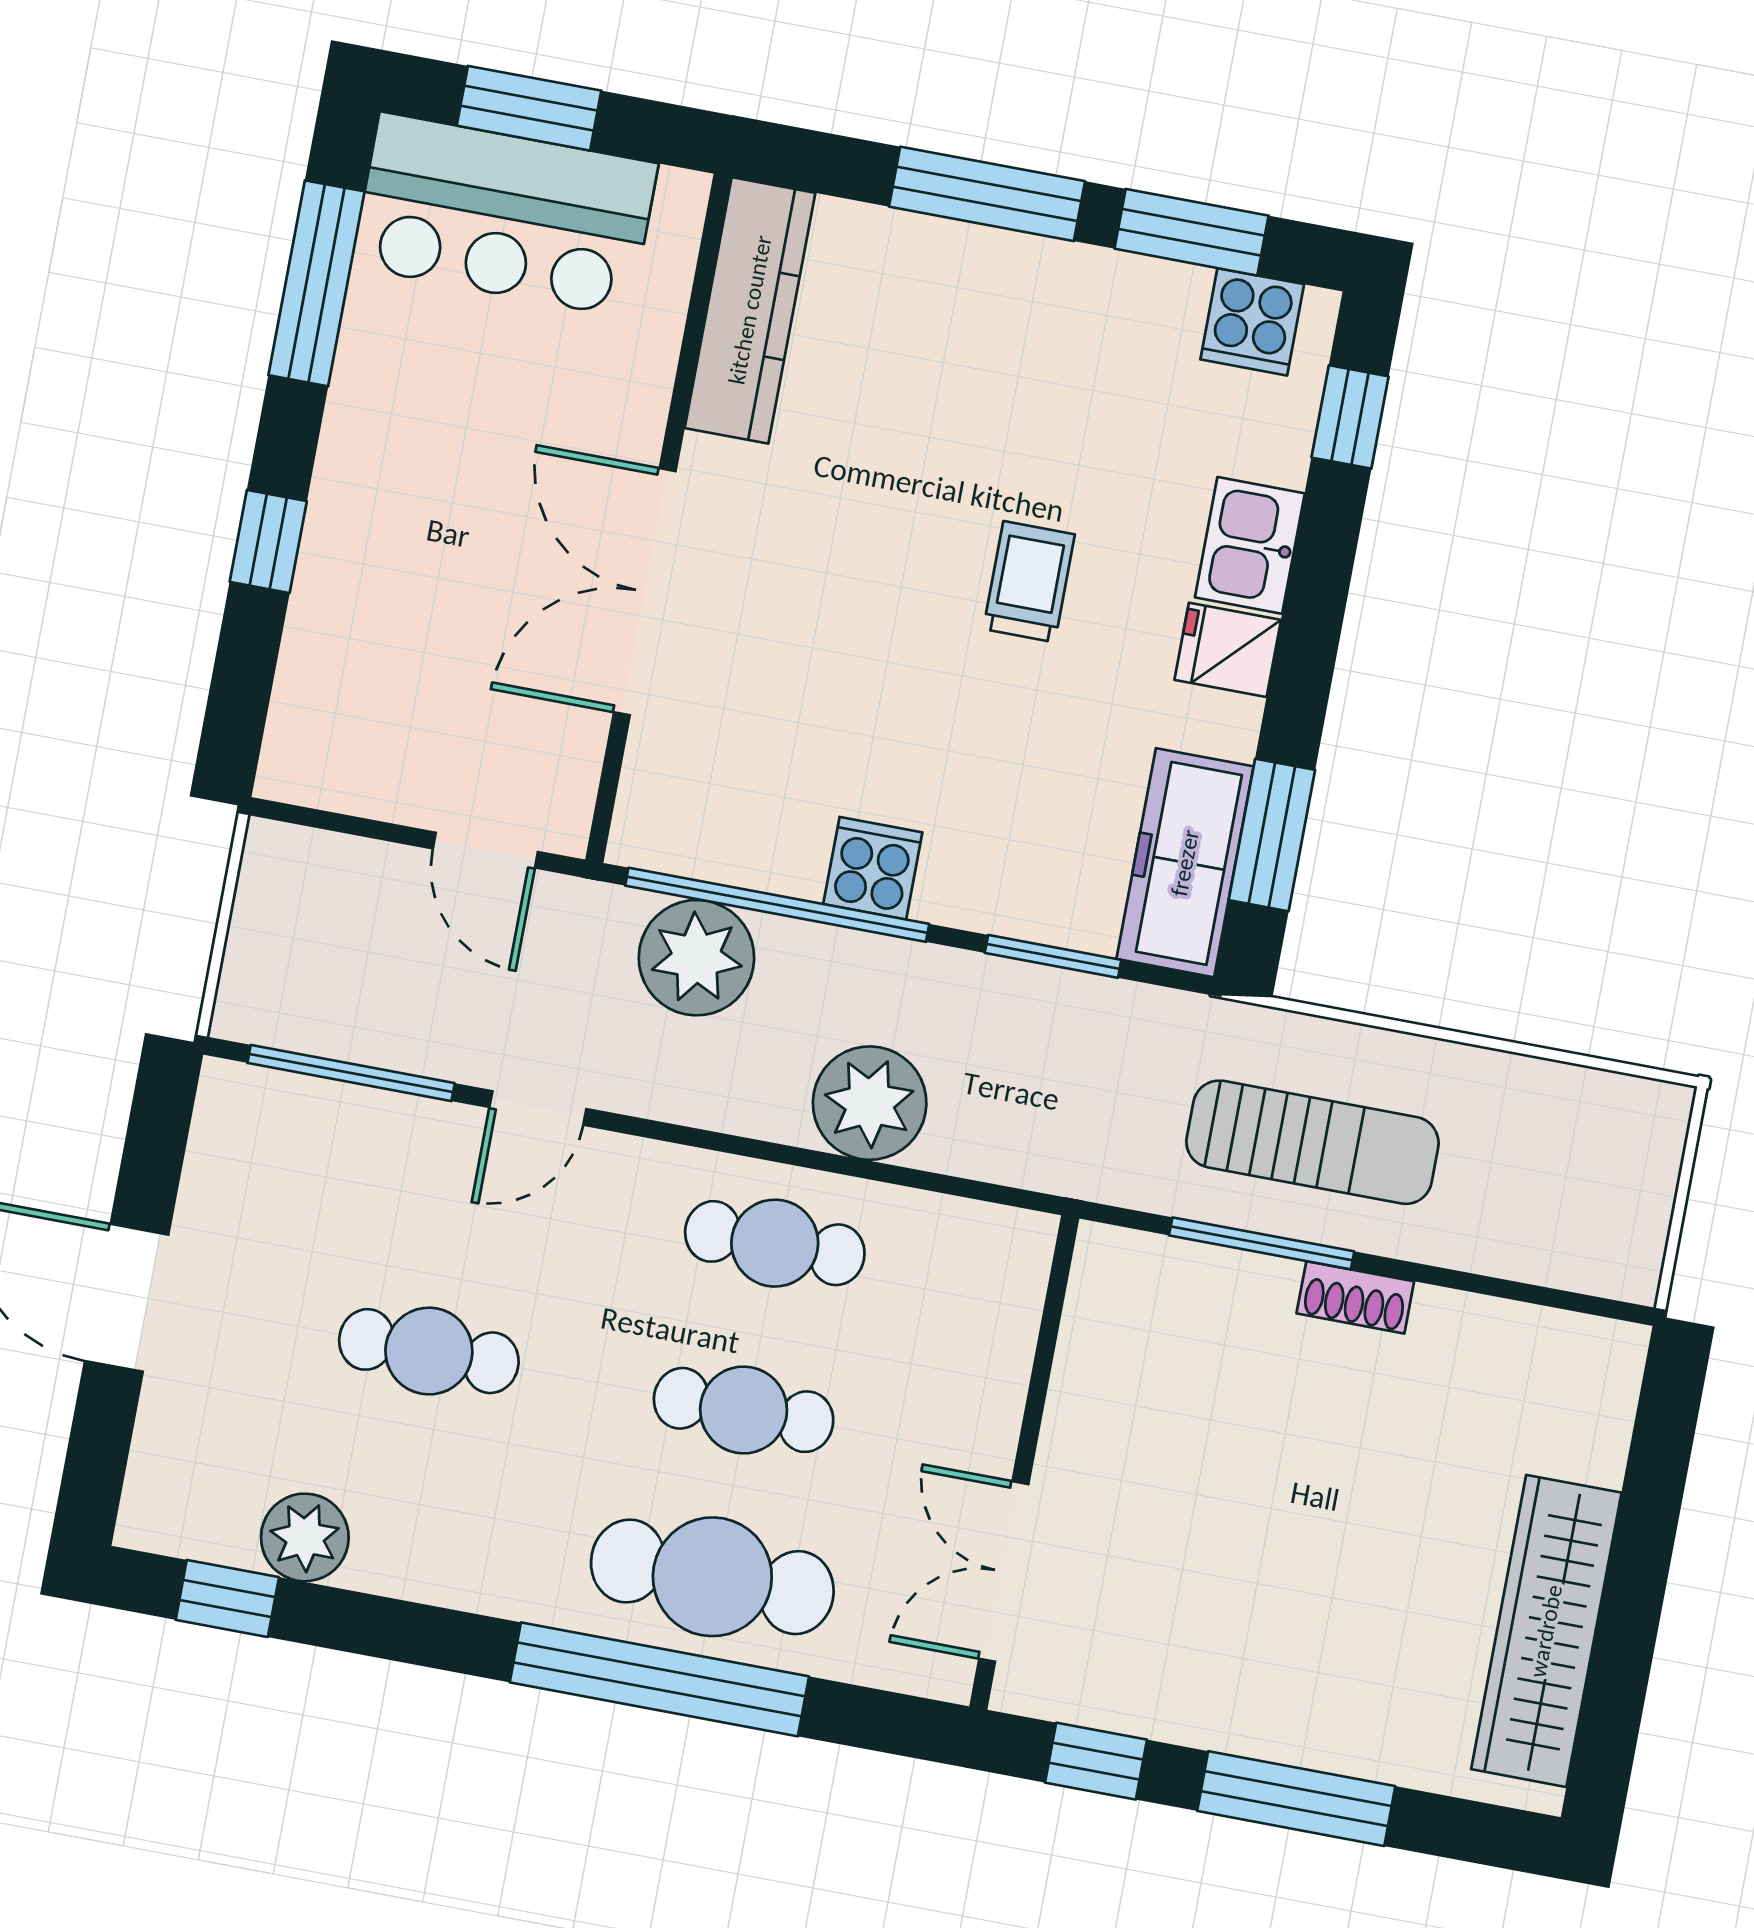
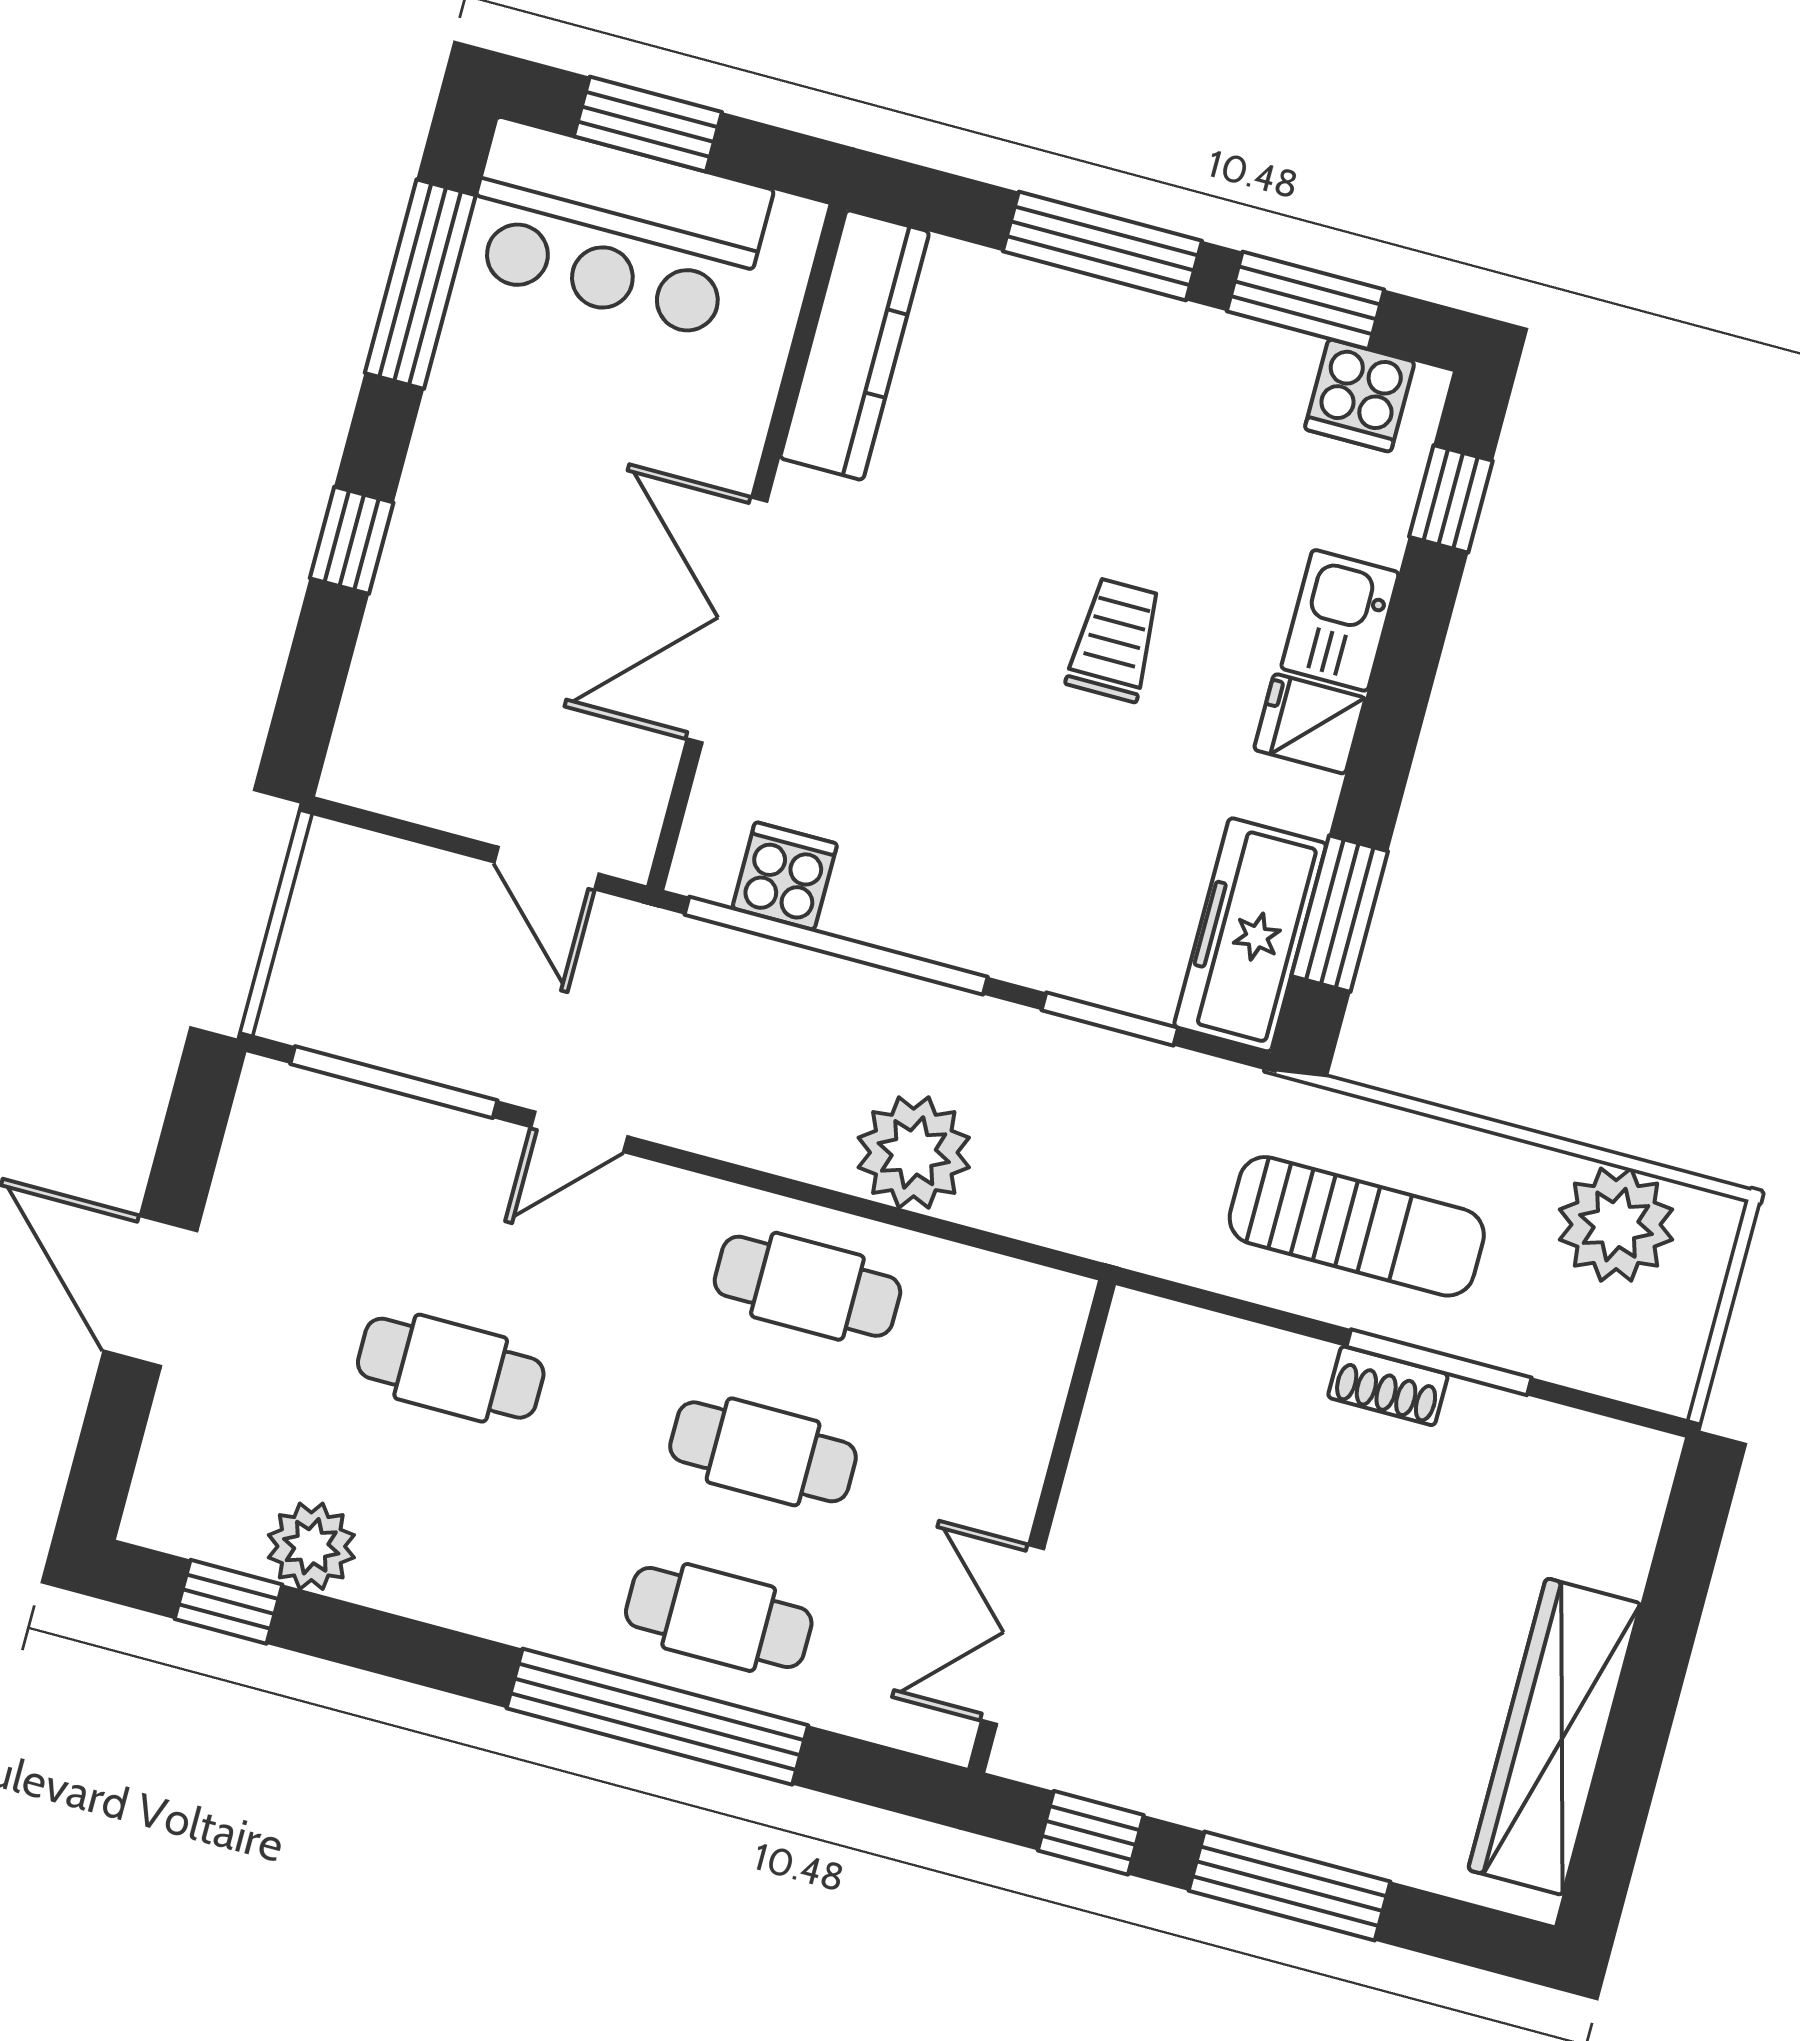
cooker: (873, 868) -> (785, 876), moved
plant: (696, 958) -> (1616, 1225), moved
window: (1262, 1243) -> (1439, 1362), moved
cafe table: (712, 1577) -> (719, 1617), width x0.73, depth x0.74

